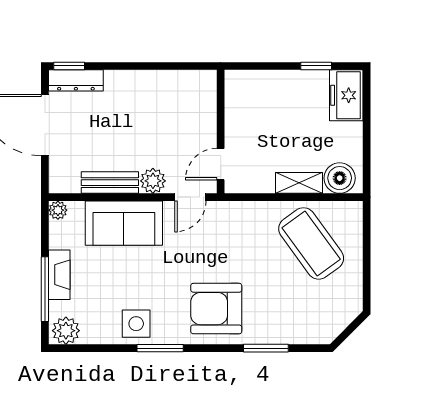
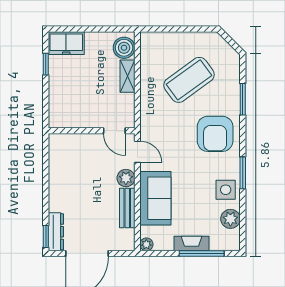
coffee table: (311, 243) -> (189, 80), moved
plant: (66, 331) -> (230, 219), moved

